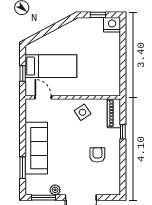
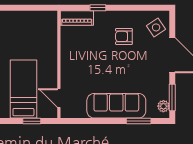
door: (43, 97) -> (59, 98), hinge flipped
side table: (83, 112) -> (156, 27), moved
plant: (55, 190) -> (163, 106), moved

